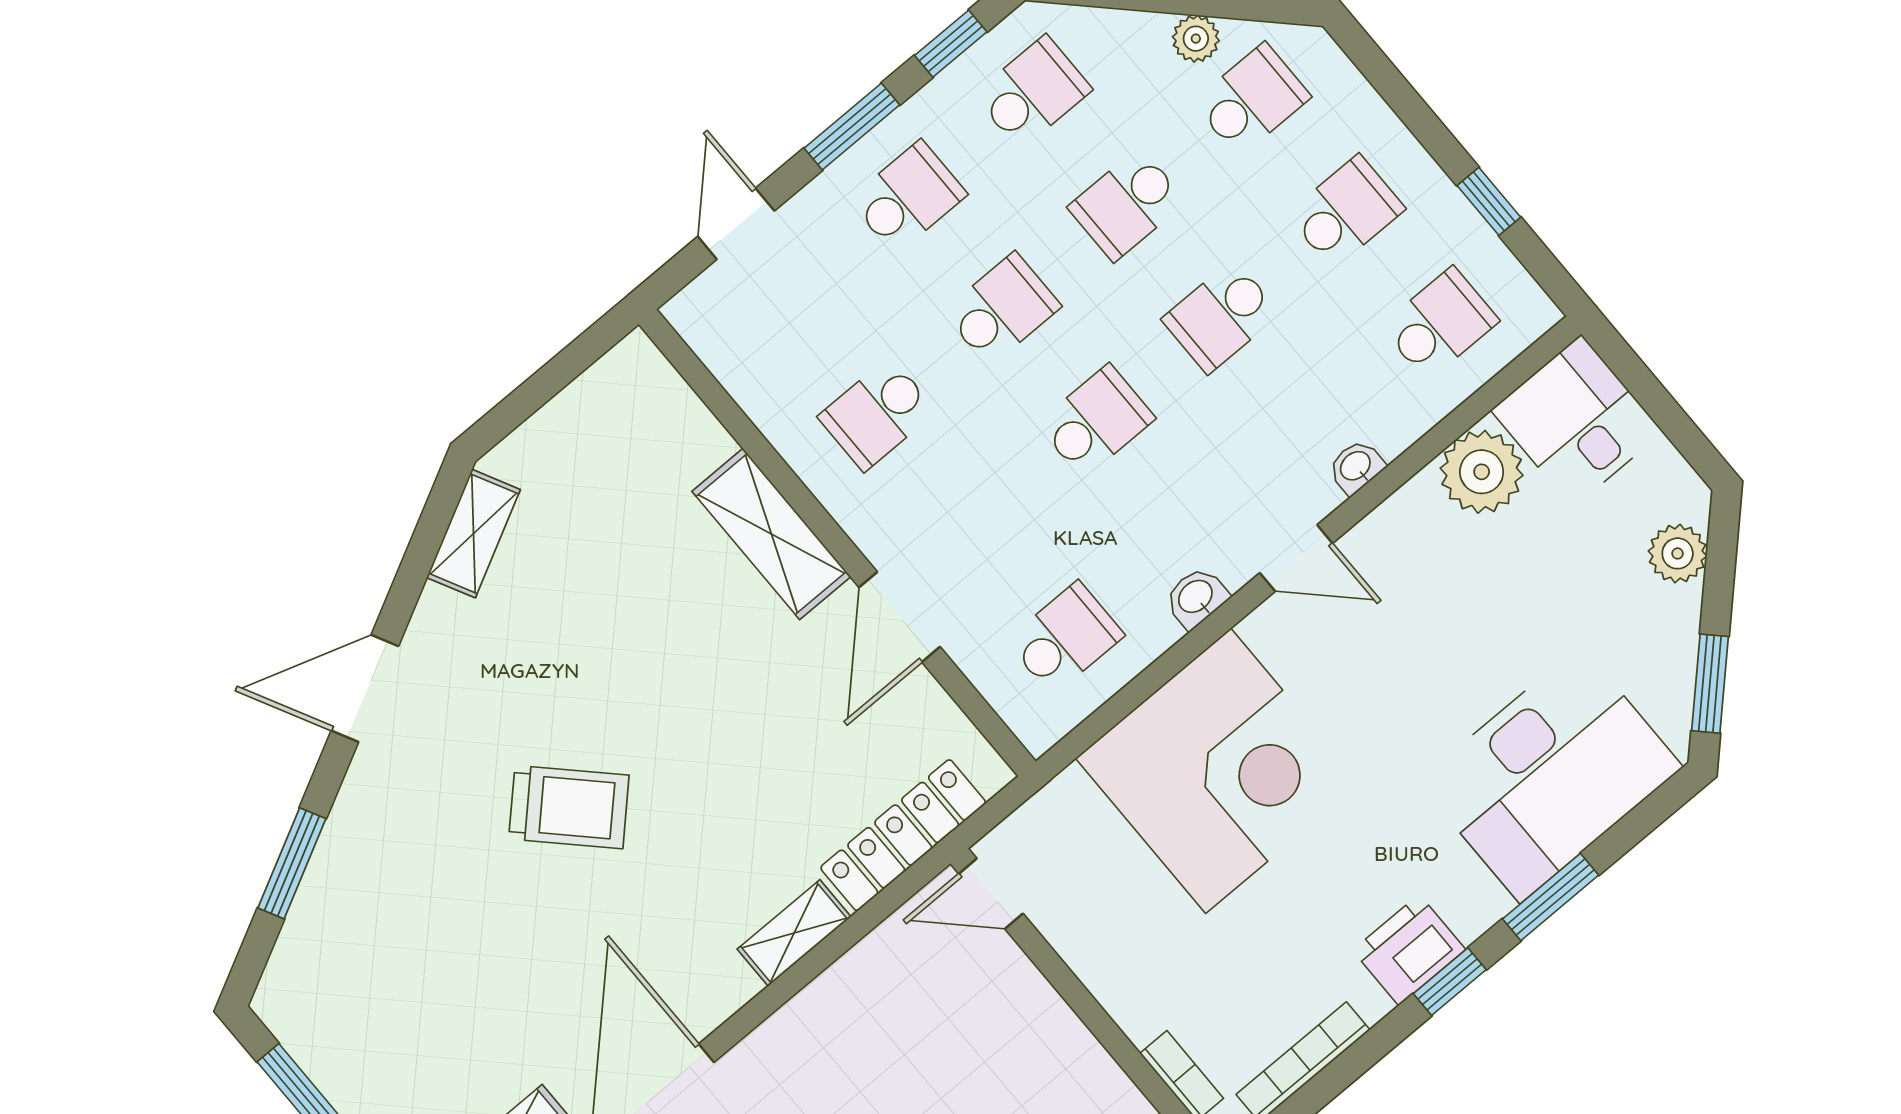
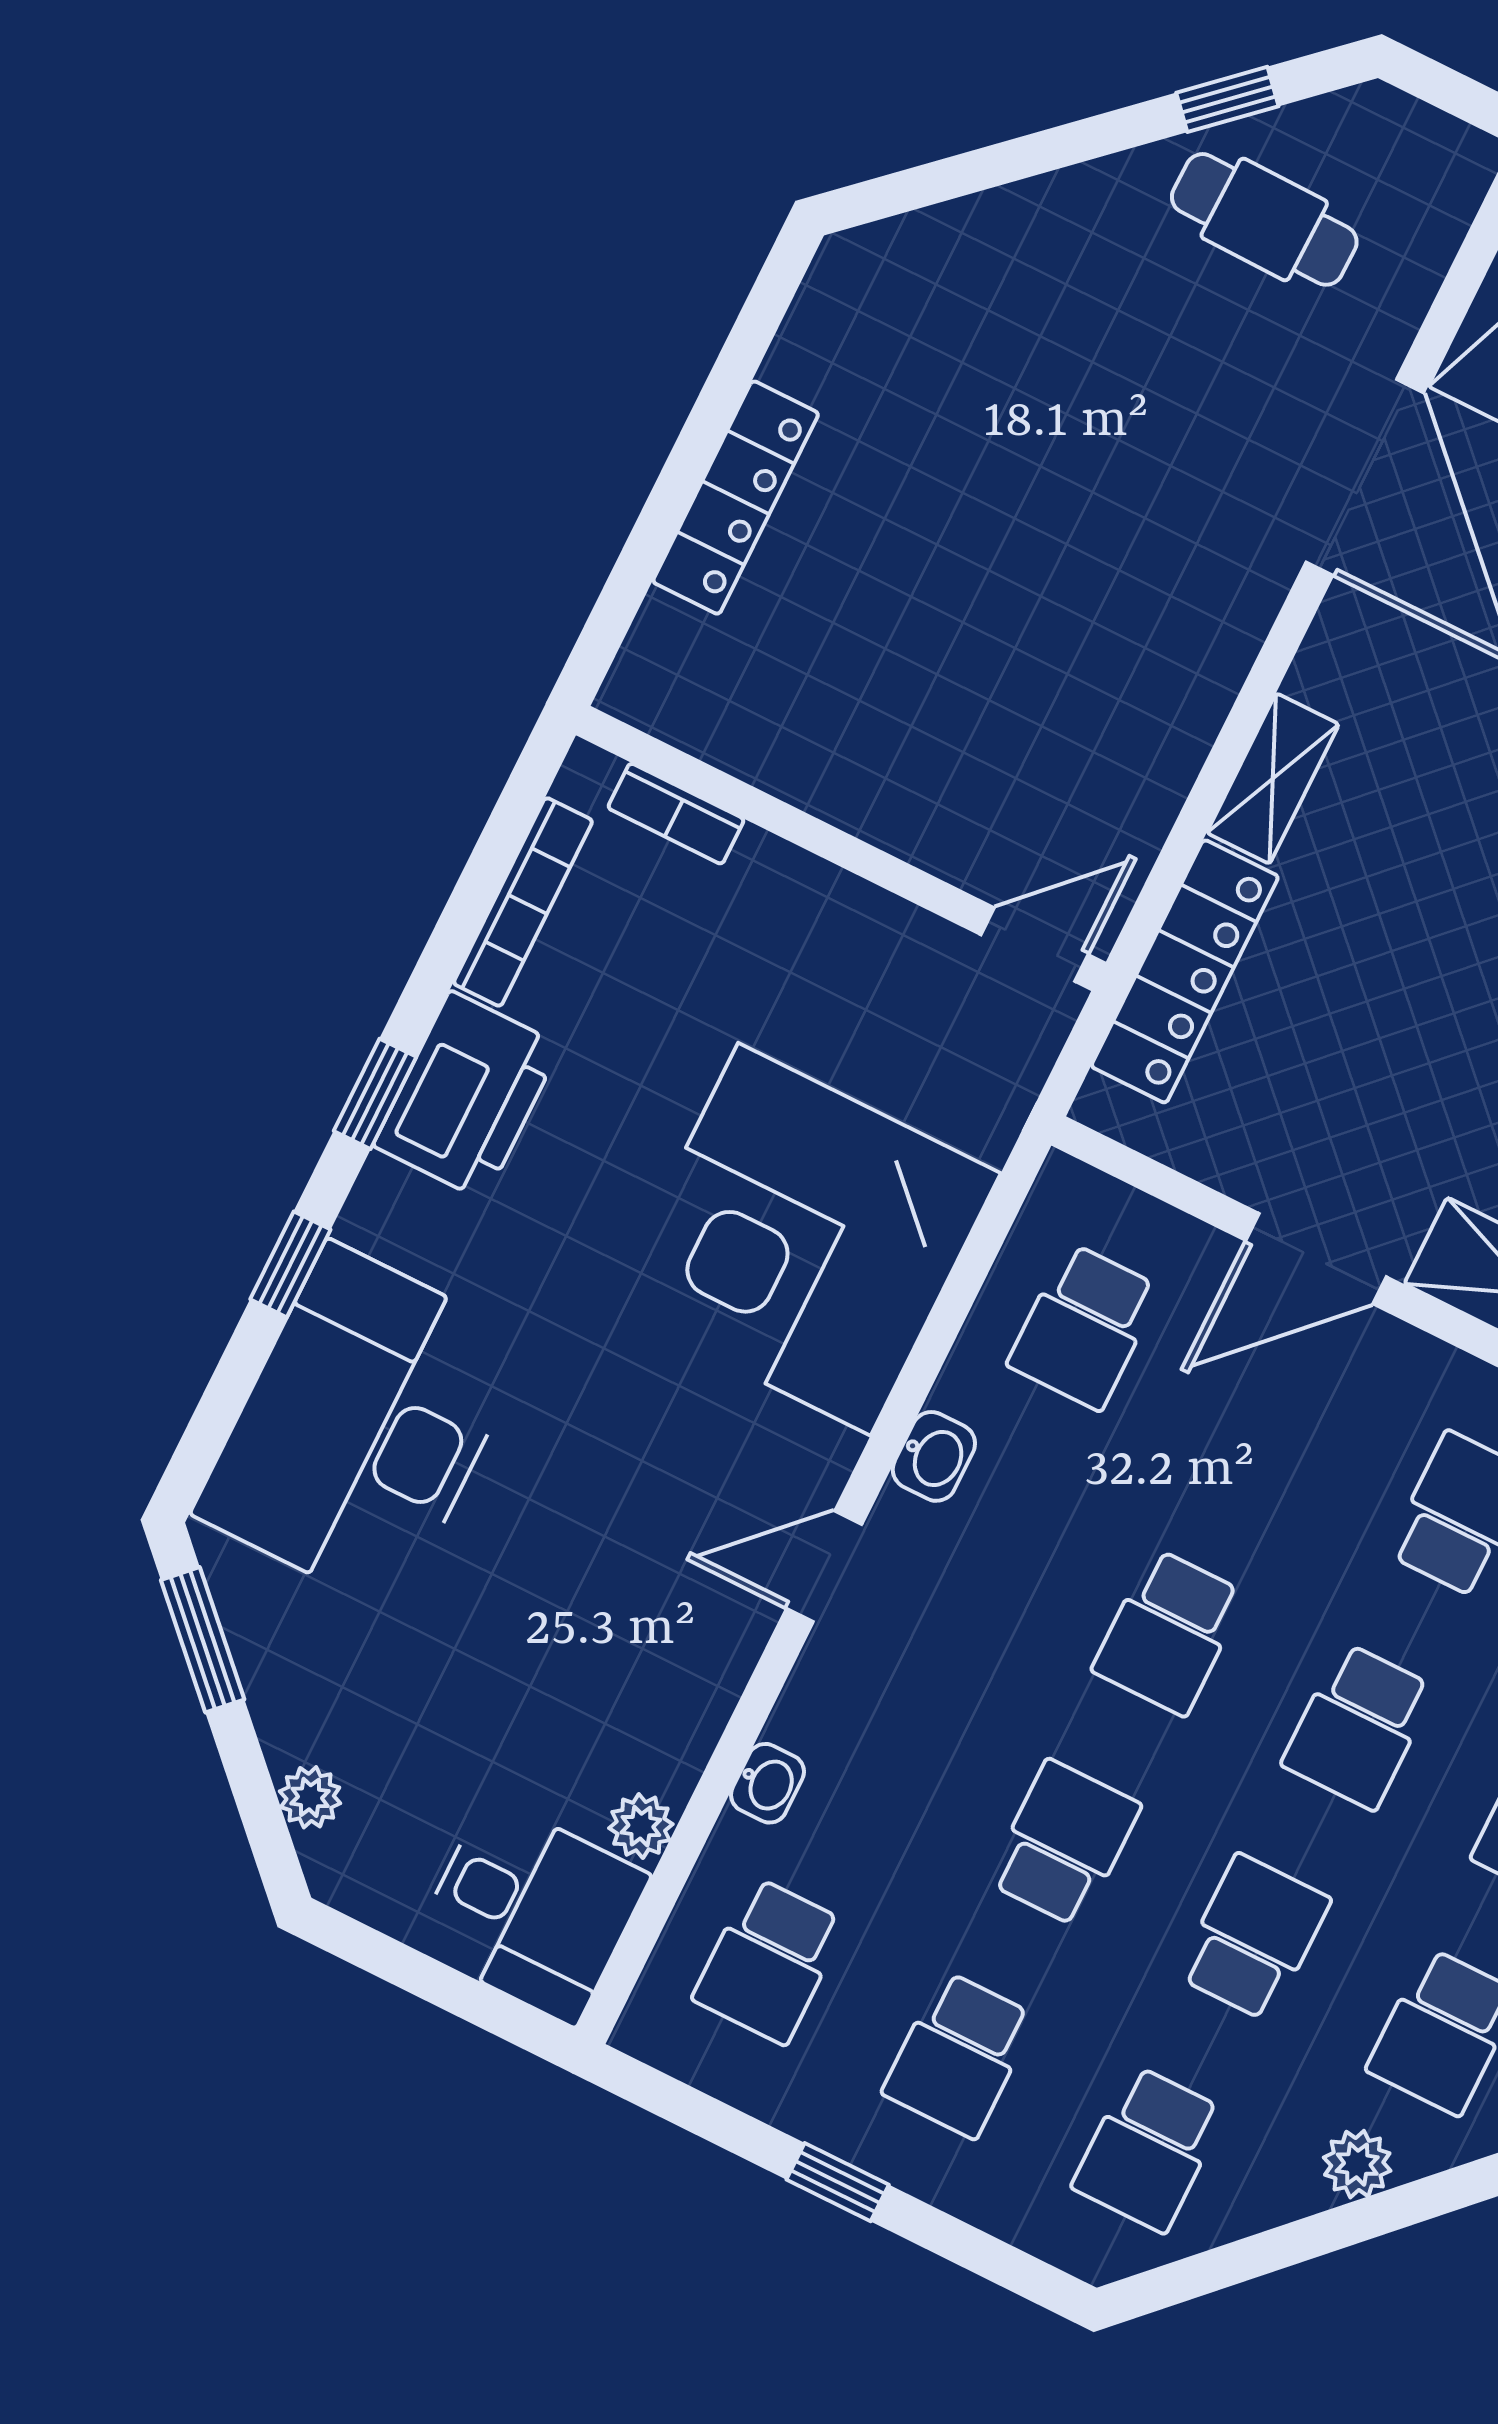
plant: (1196, 39) -> (1357, 2164), moved
window: (1489, 201) -> (838, 2182), moved
washbasin: (1356, 467) -> (767, 1783), moved
plant: (1482, 472) -> (641, 1826), width x0.53, depth x0.53
plant: (1678, 553) -> (310, 1797), width x0.73, depth x0.73
door: (900, 617) -> (1316, 1259), swing flipped
window: (1551, 897) -> (290, 1264), width x0.67
printer: (1409, 950) -> (467, 1096), width x1.37, depth x1.19

